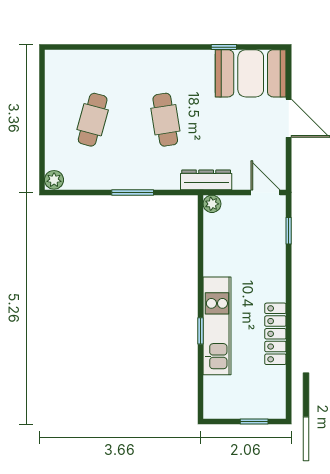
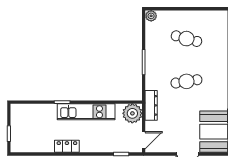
plant: (212, 204) -> (132, 113), width x1.87, depth x1.87
kitchen unit: (217, 326) -> (86, 112), moved
locker: (275, 334) -> (67, 146), width x0.66

